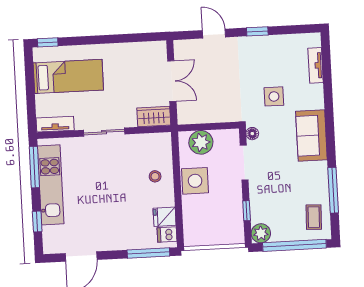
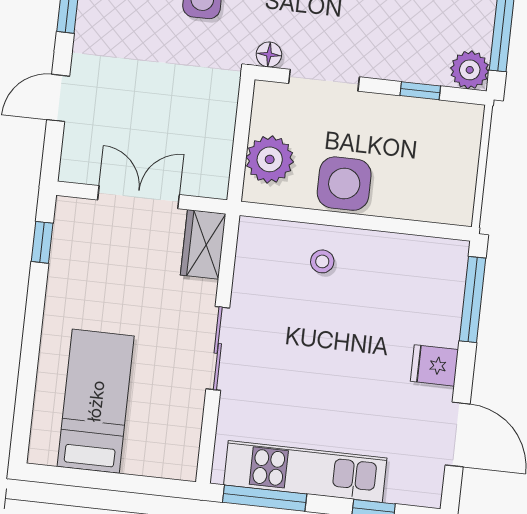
window: (48, 42) -> (42, 242), moved
tv unit: (55, 124) -> (186, 443), removed
fridge: (165, 217) -> (434, 365), moved, turned 90
dishwasher: (167, 235) -> (442, 257), removed

